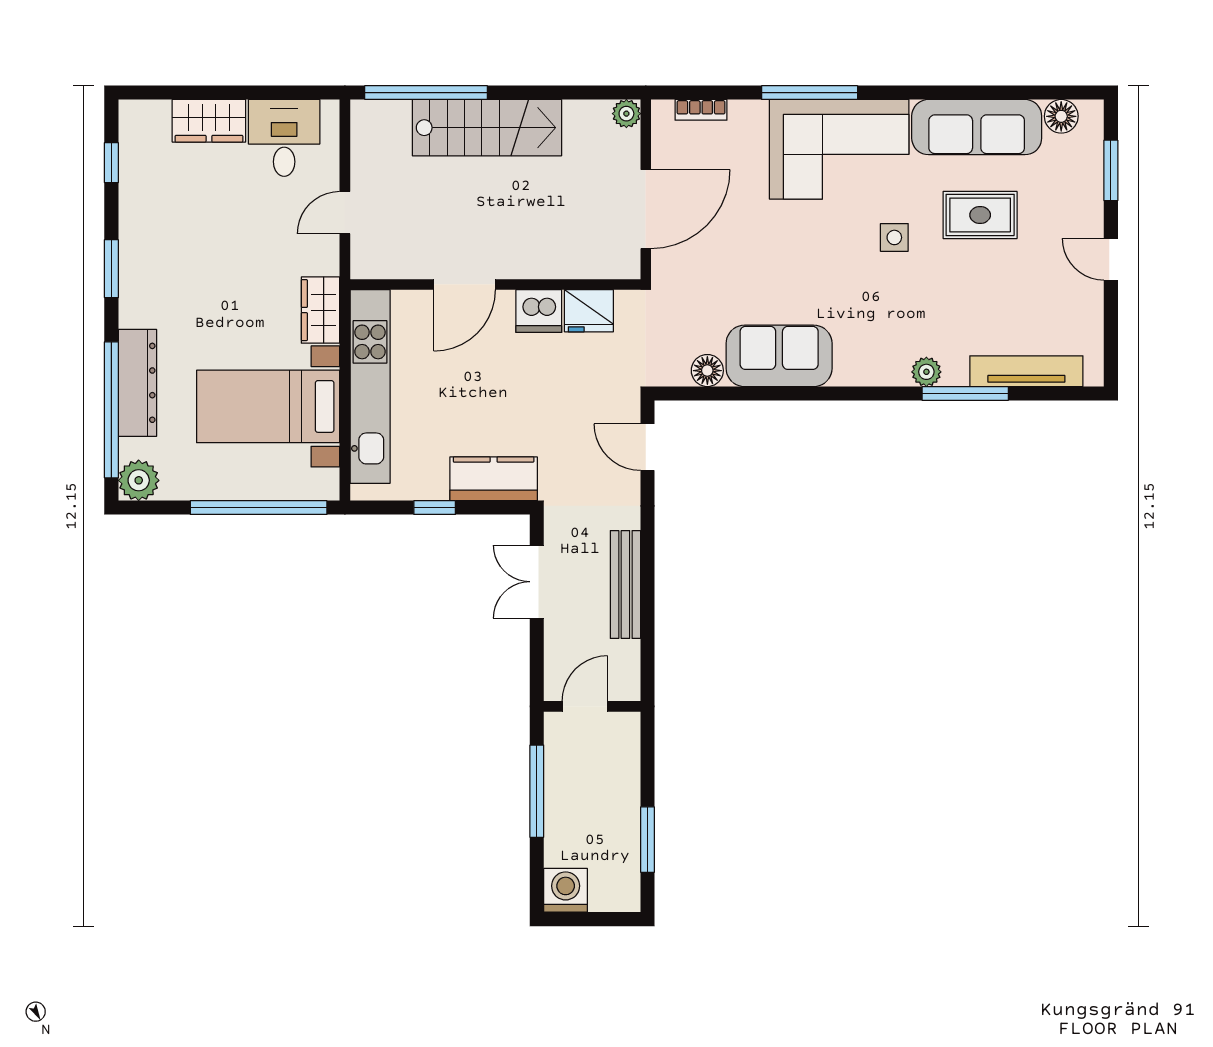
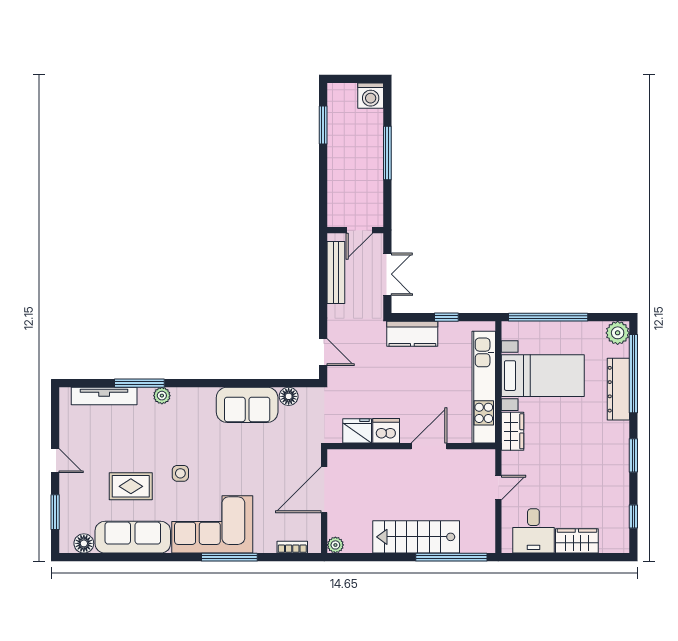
door: (585, 706) -> (359, 230), moved
wall: (592, 706) -> (355, 230), moved

